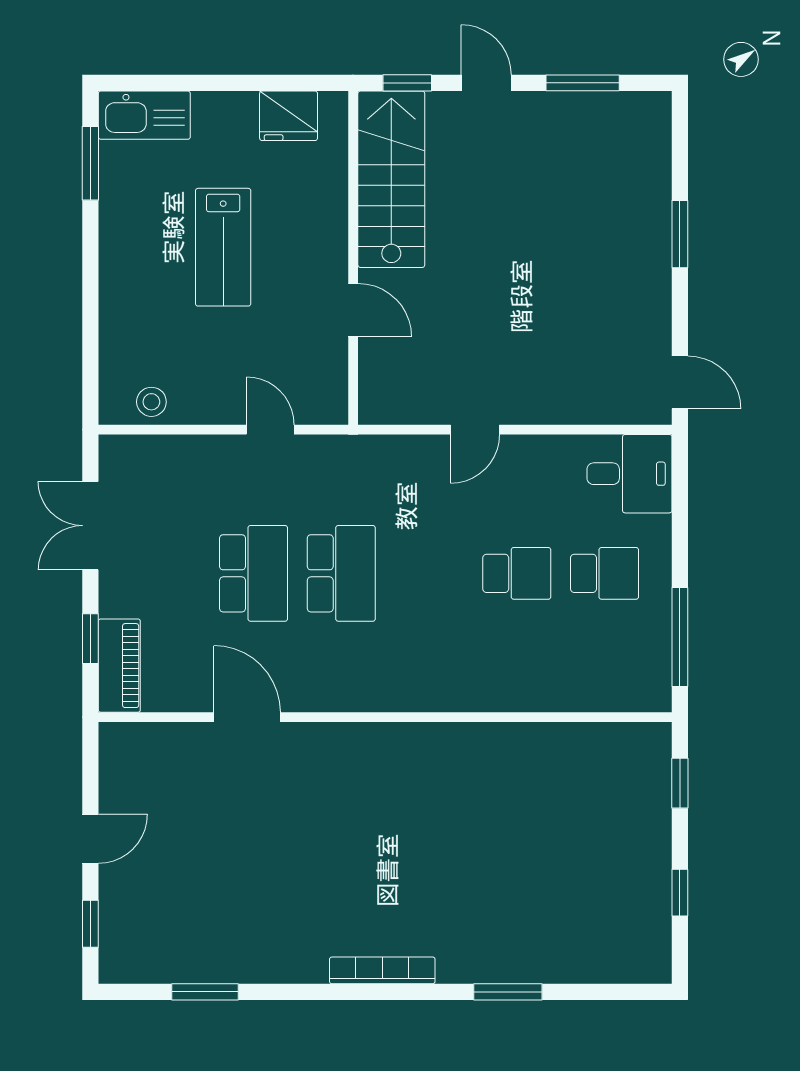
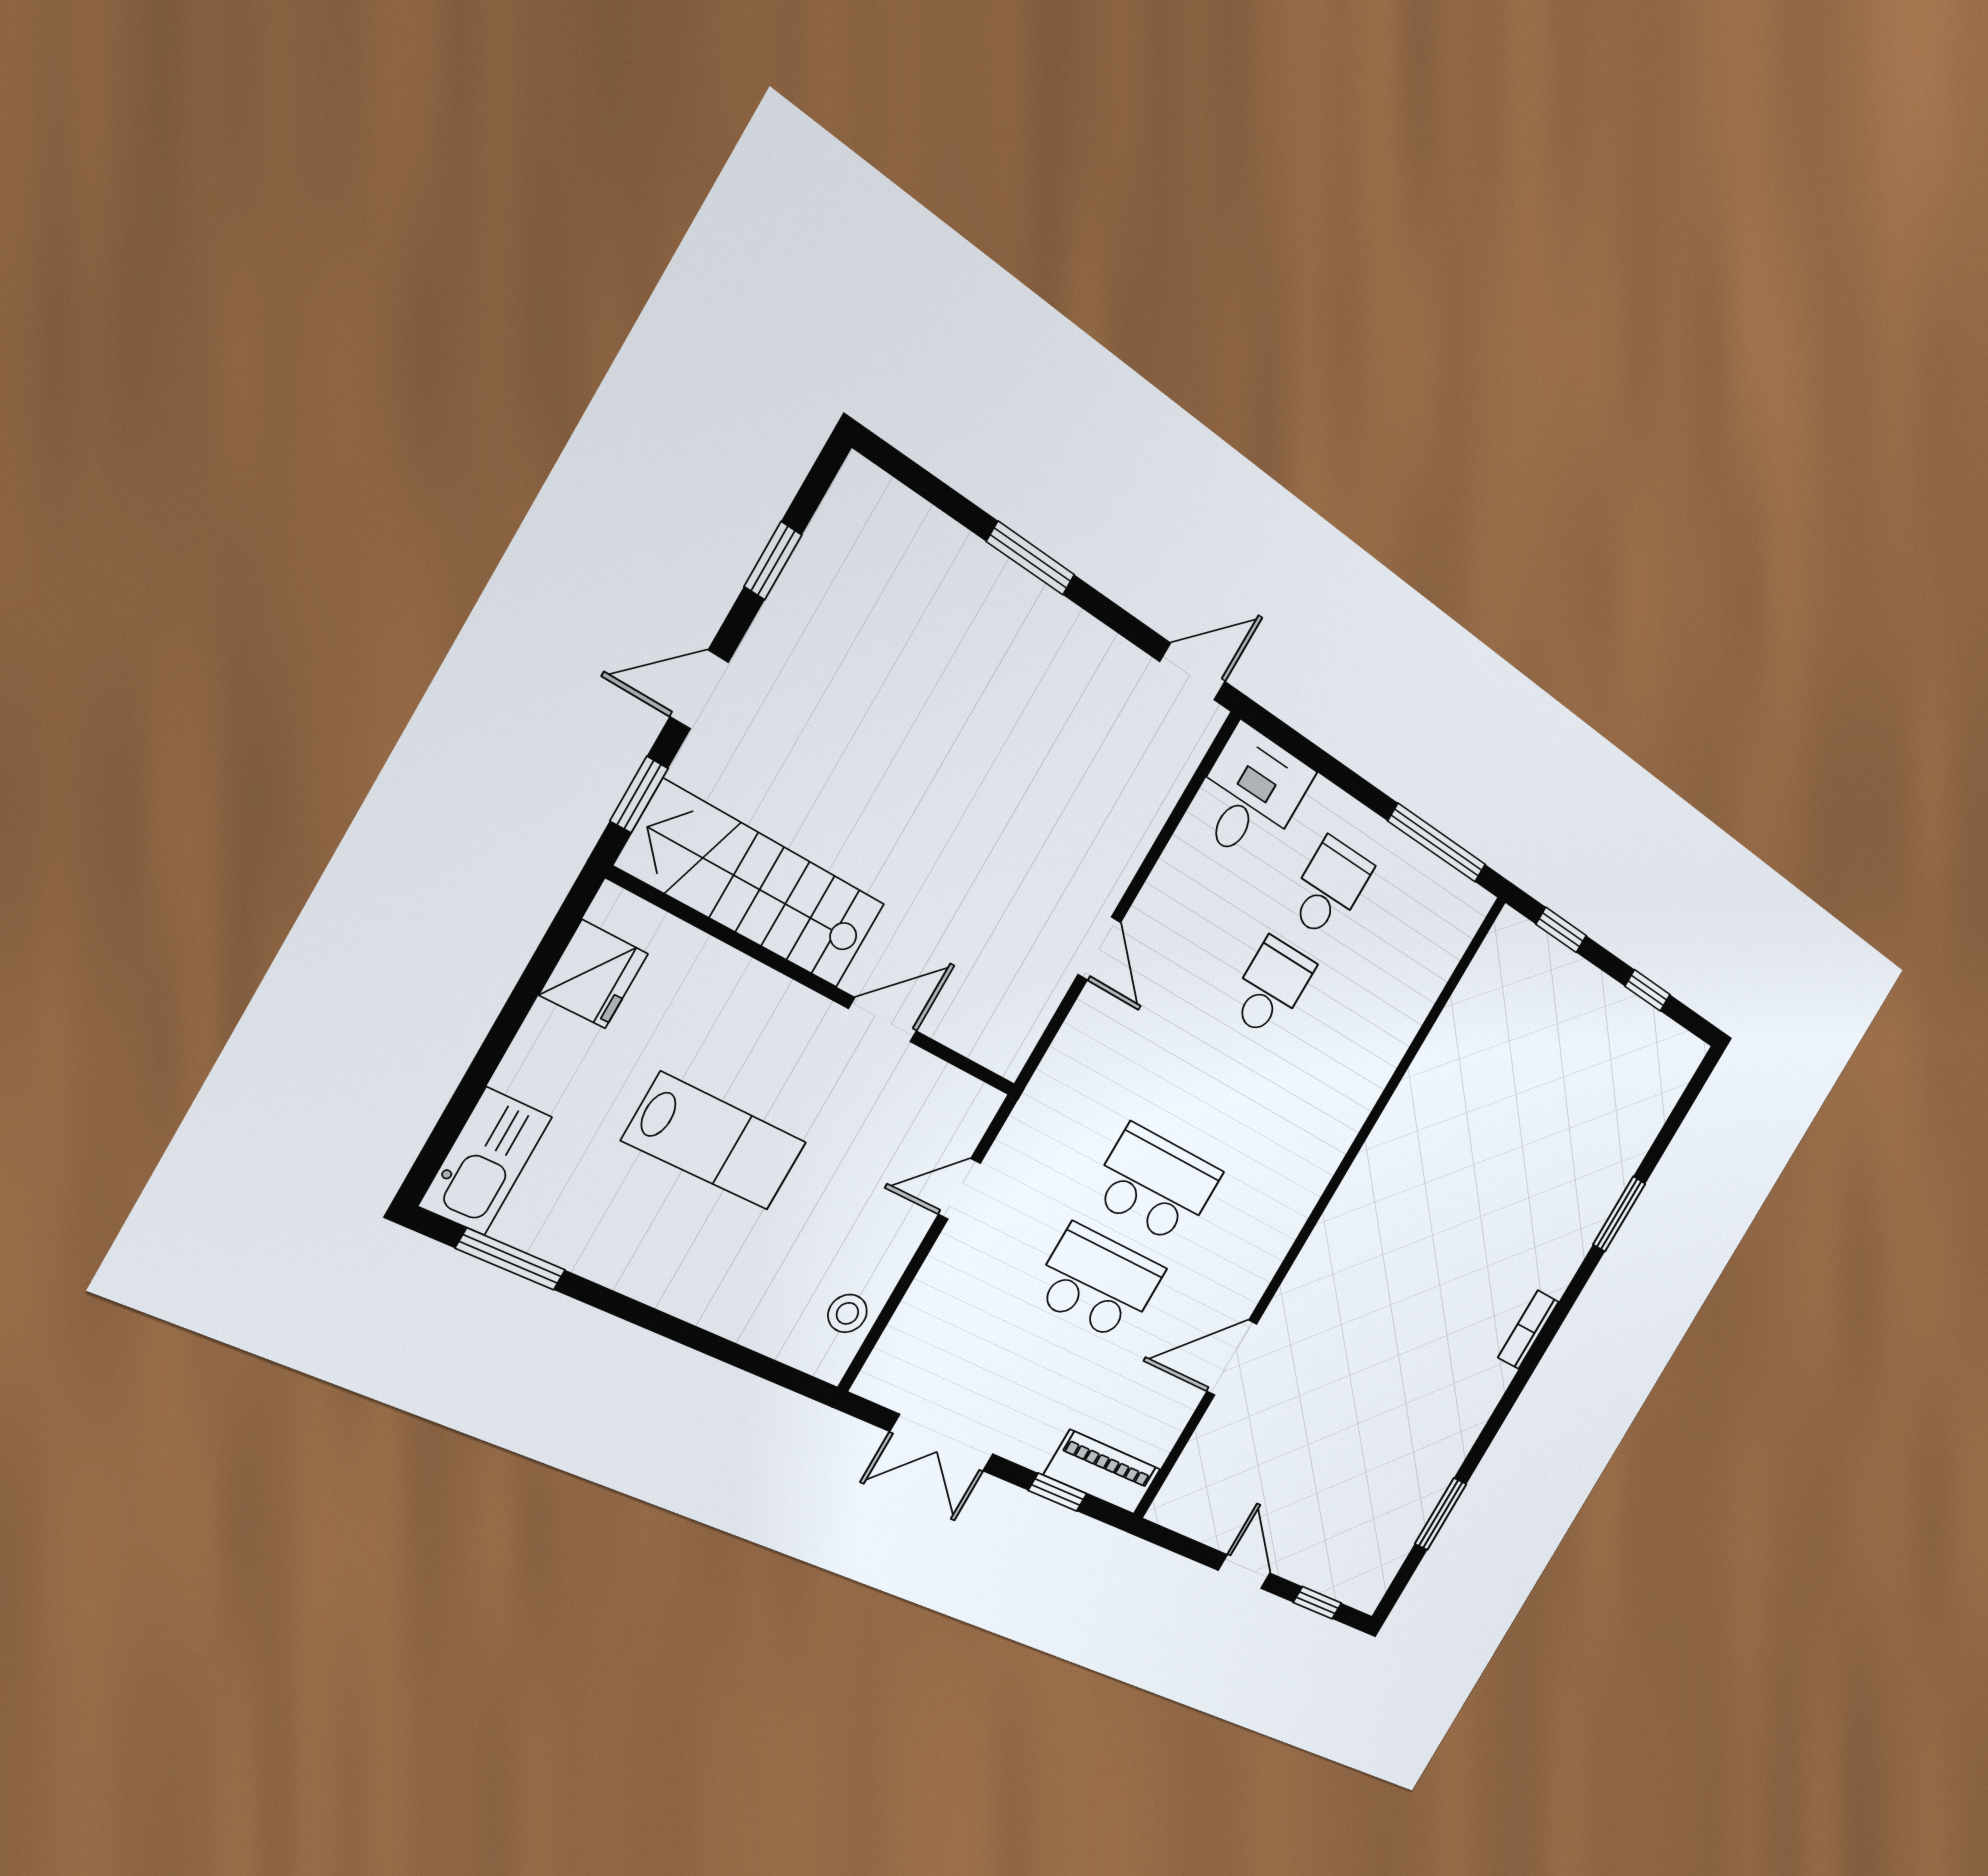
window: (583, 83) -> (773, 561), width x0.67
bookcase: (382, 970) -> (1528, 1330), width x0.64

